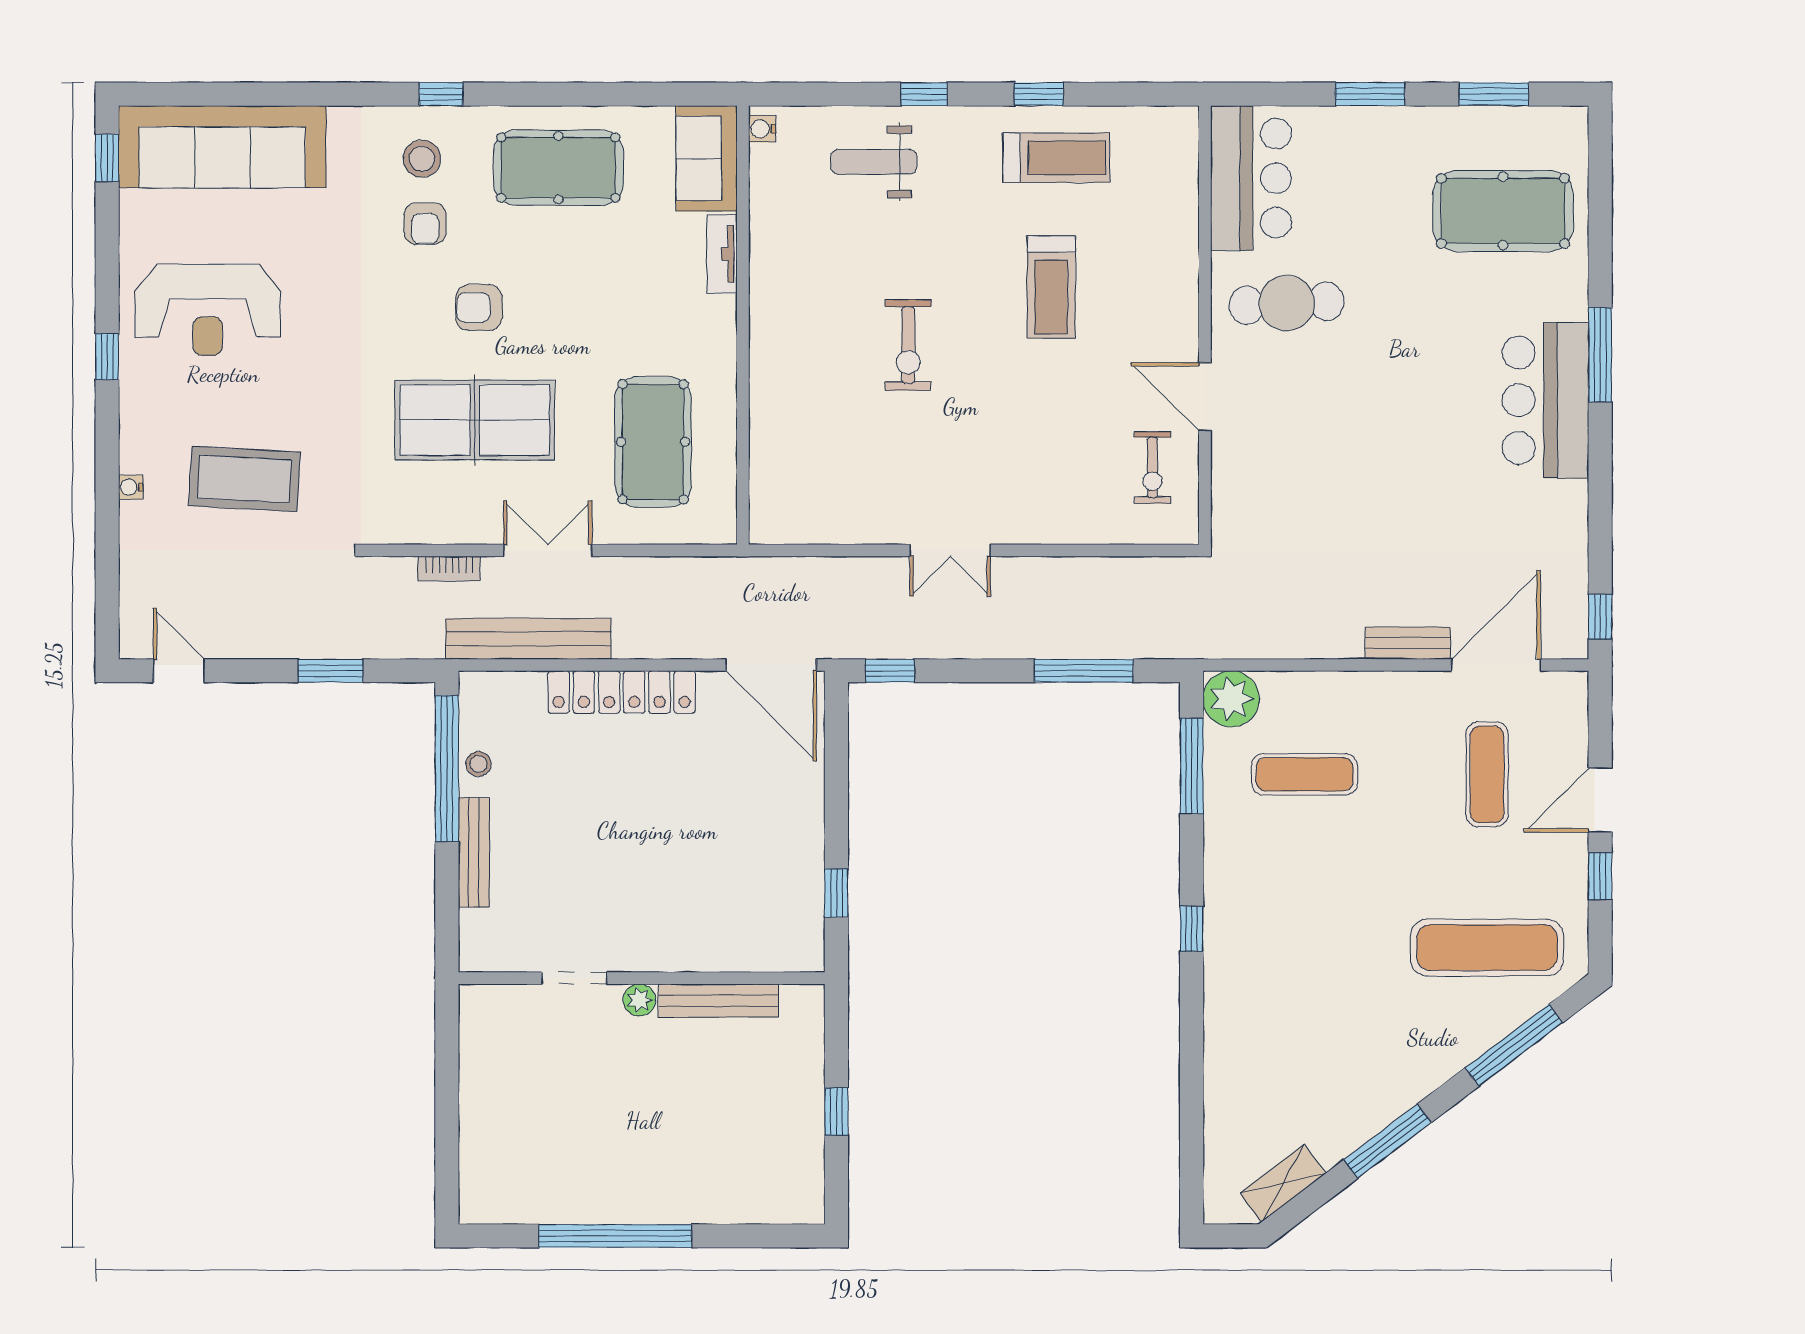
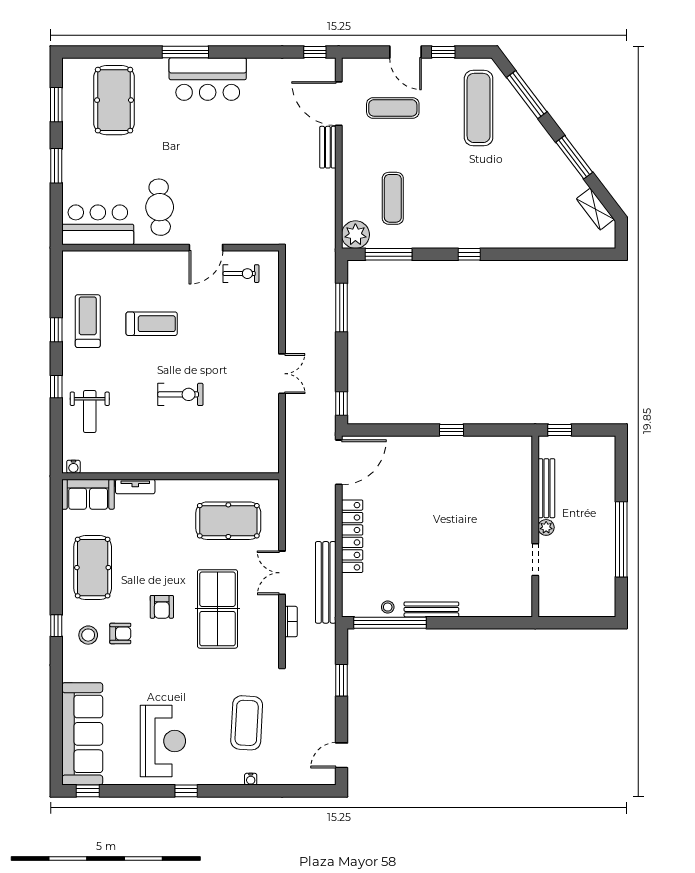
doorway: (574, 978) -> (535, 560), moved
wall: (642, 978) -> (535, 526), moved
plant: (639, 1000) -> (546, 527), moved
bench: (719, 1001) -> (546, 488), moved

